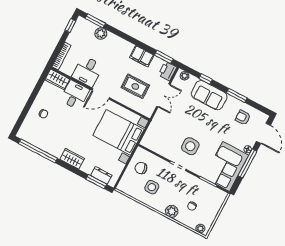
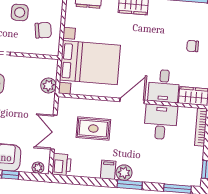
plant: (101, 33) -> (124, 173), moved
filing cabinet: (142, 56) -> (108, 170), width x0.50
window: (164, 57) -> (130, 185), moved
plant: (153, 129) -> (48, 85), added

